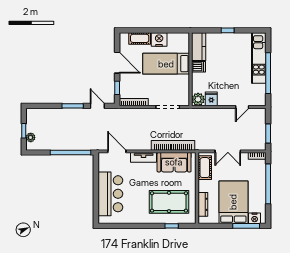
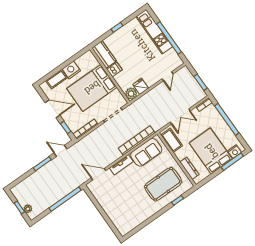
bed: (166, 64) -> (92, 88), width x1.50
bar counter: (110, 194) -> (116, 209), removed

